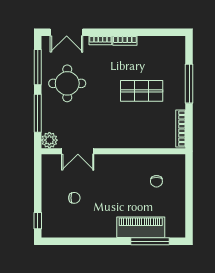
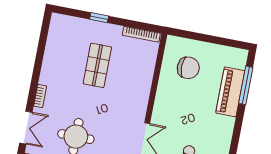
bookcase: (125, 41) -> (45, 72), removed
window: (189, 84) -> (99, 18), width x0.46
chair: (156, 181) -> (188, 68), width x1.87, depth x1.87

